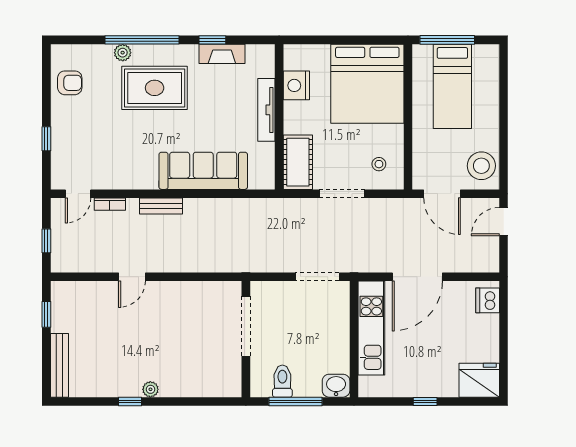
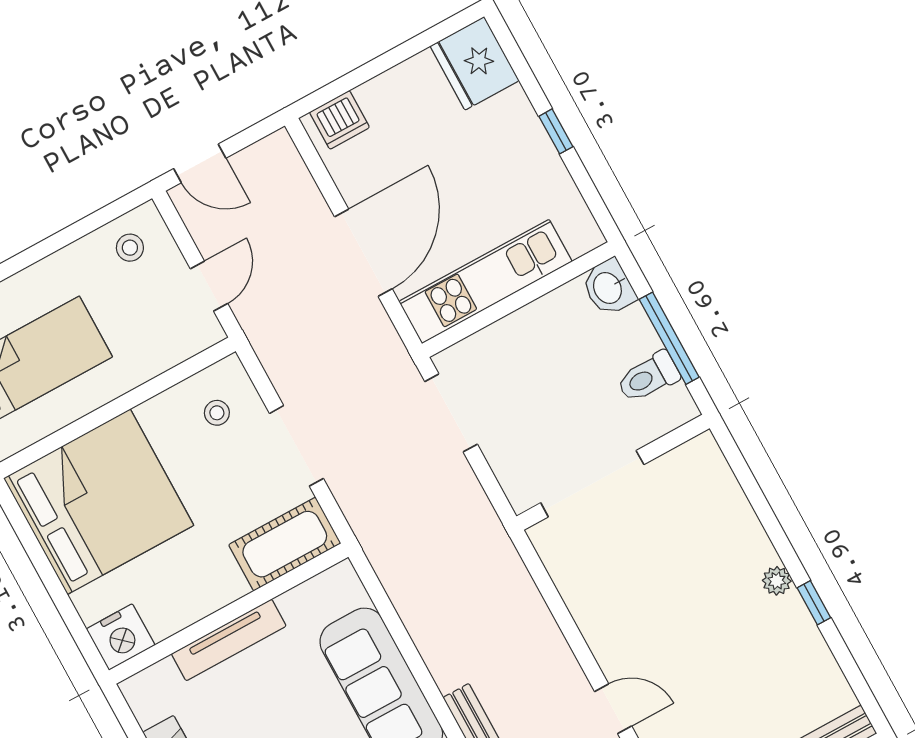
nightstand: (296, 85) -> (121, 637), moved
stool: (481, 166) -> (130, 248), width x0.53, depth x0.53
door: (442, 194) -> (209, 286), width x0.73
door: (417, 277) -> (363, 253), hinge flipped

